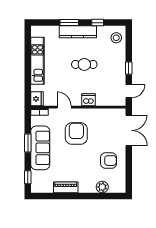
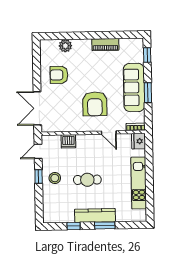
stool: (116, 38) -> (55, 178), moved
dishwasher: (89, 100) -> (68, 141), moved

